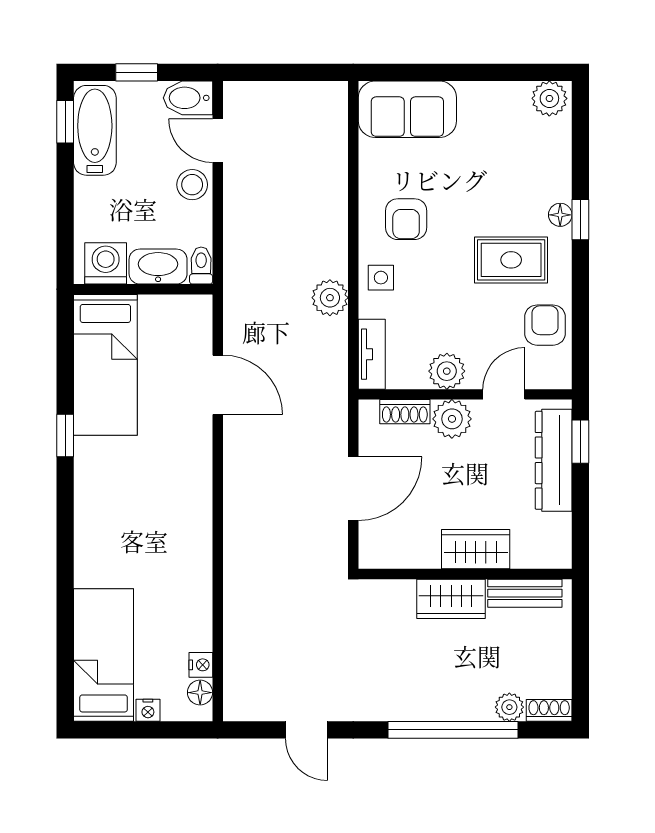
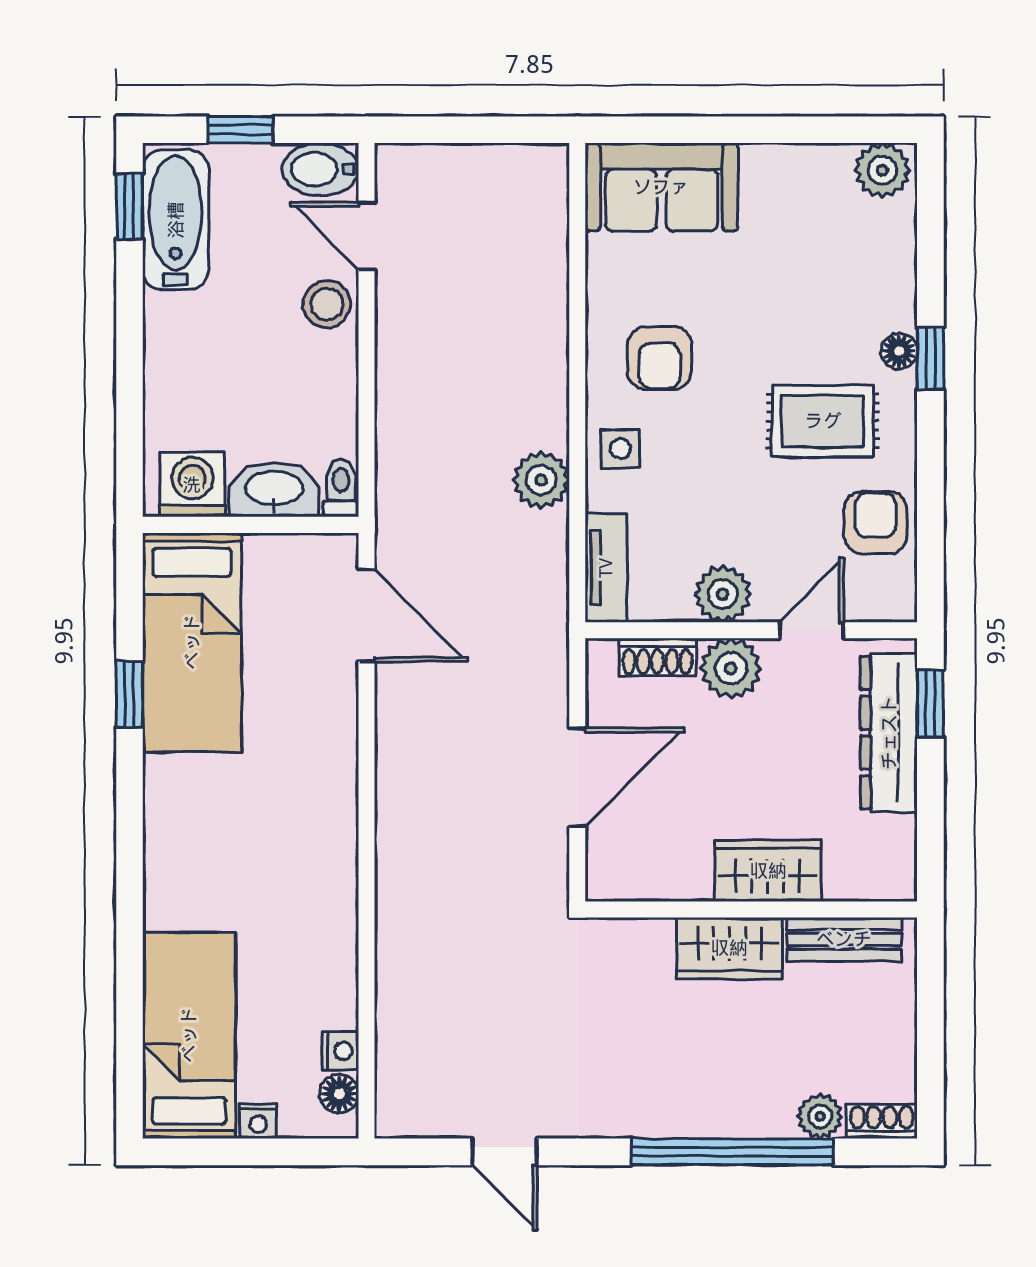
washing machine: (106, 263) -> (192, 485), moved
toilet: (201, 266) -> (341, 488), moved
washbasin: (158, 267) -> (274, 490), moved
wall: (143, 289) -> (251, 525), moved
bed: (105, 365) -> (192, 642), moved

